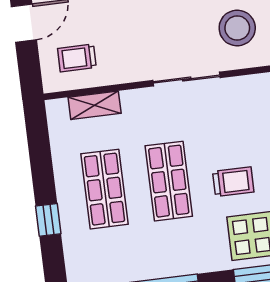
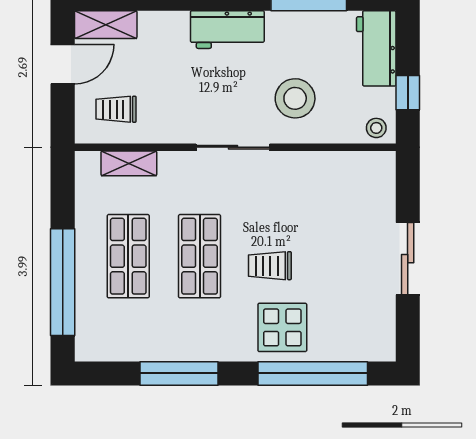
trolley: (233, 182) -> (270, 266), turned 180
window: (48, 220) -> (63, 282), width x3.17

